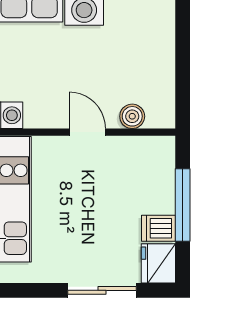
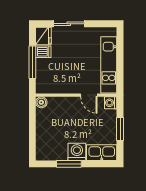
boiler: (132, 116) -> (41, 102), moved
door: (87, 132) -> (89, 95), moved

